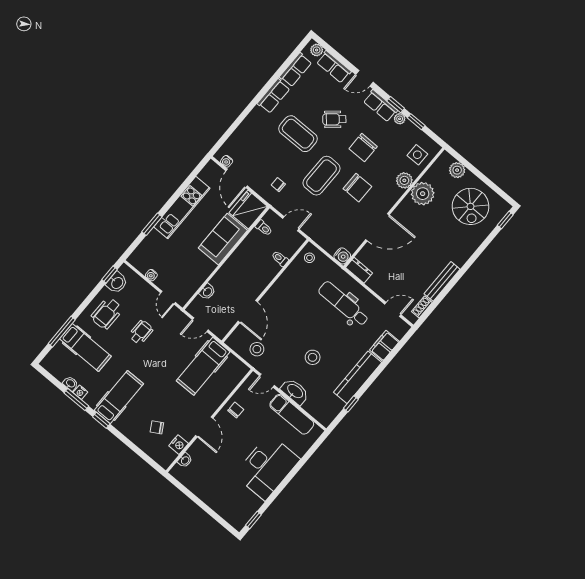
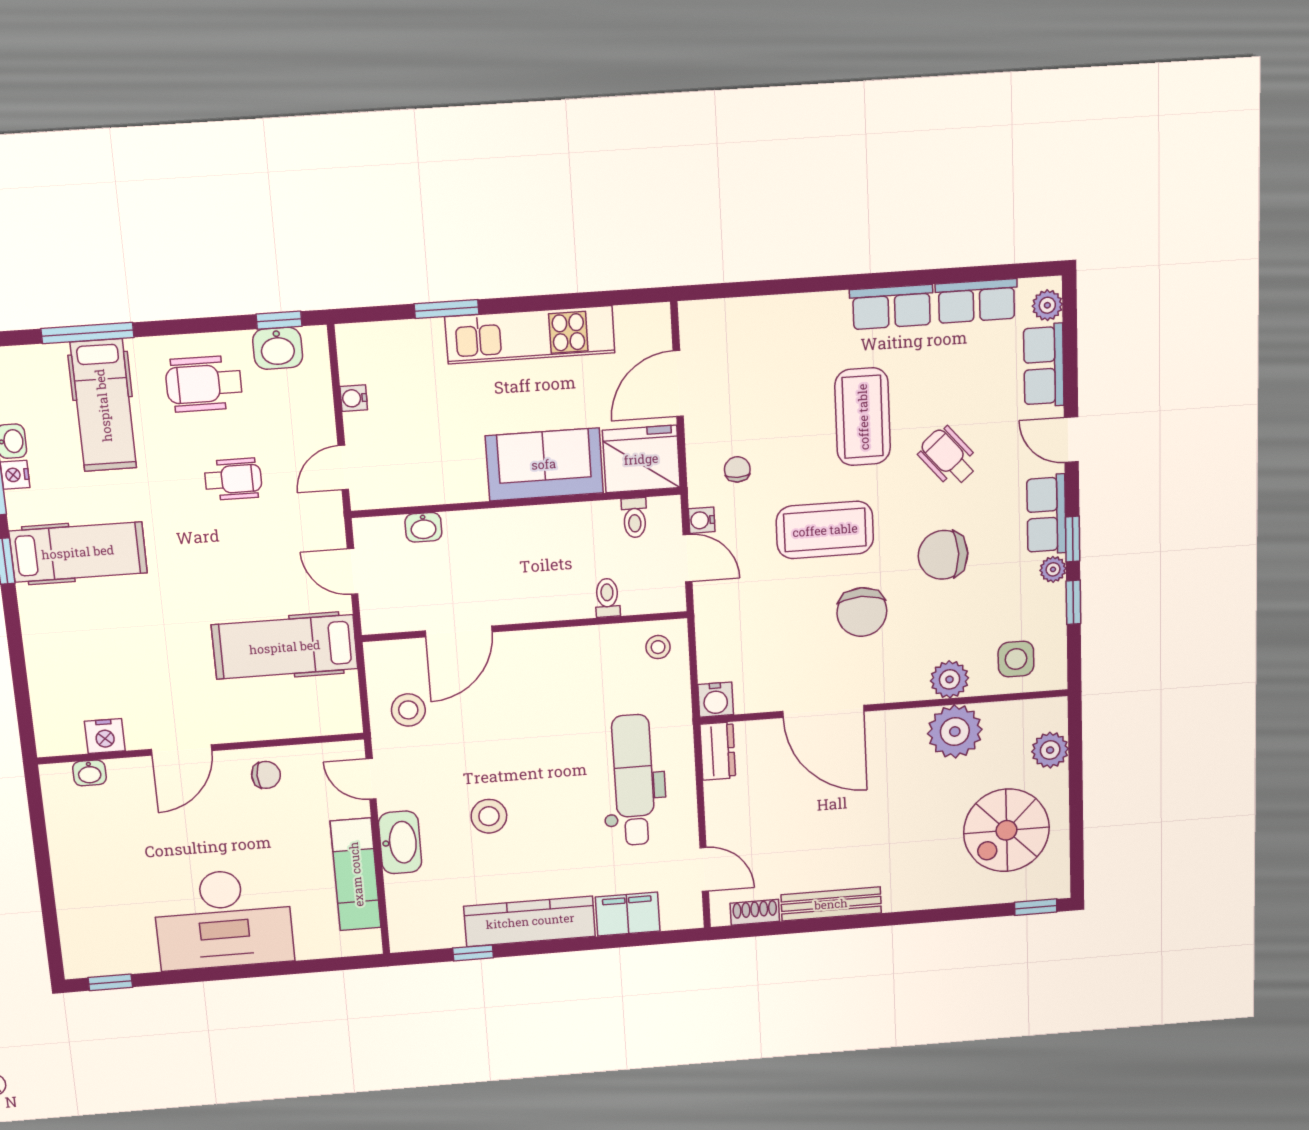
water cooler: (227, 161) -> (702, 520), moved
chair: (157, 427) -> (95, 670), removed

